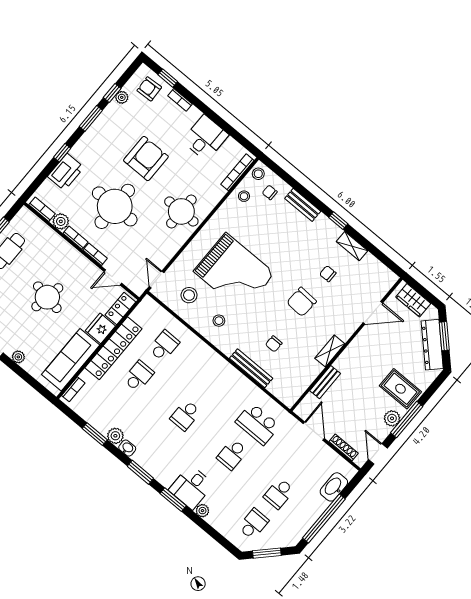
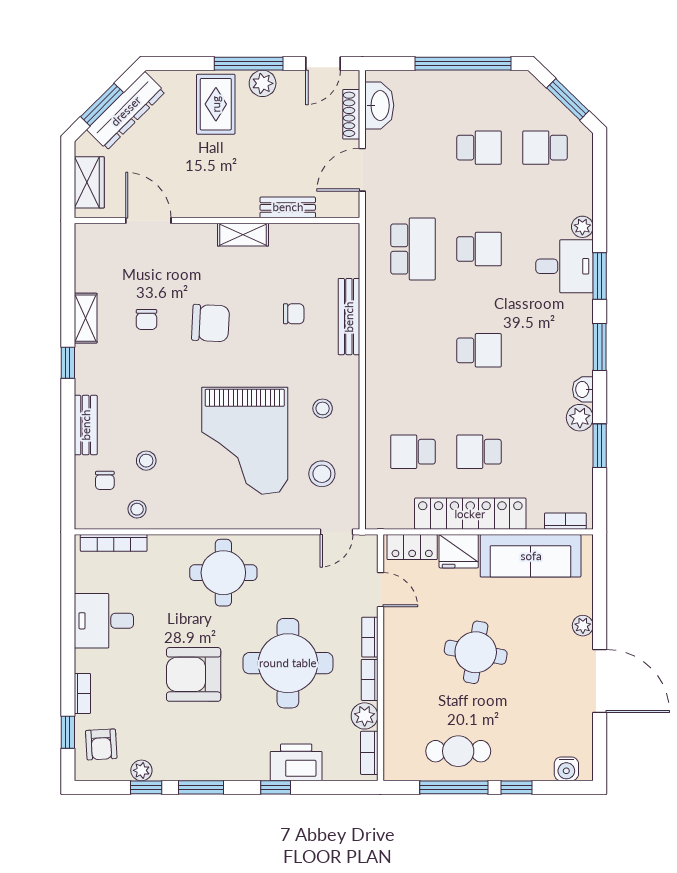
stool: (258, 174) -> (146, 461), moved
grand piano: (234, 272) -> (245, 441), turned 180
washbasin: (334, 487) -> (379, 105), moved, turned -90

